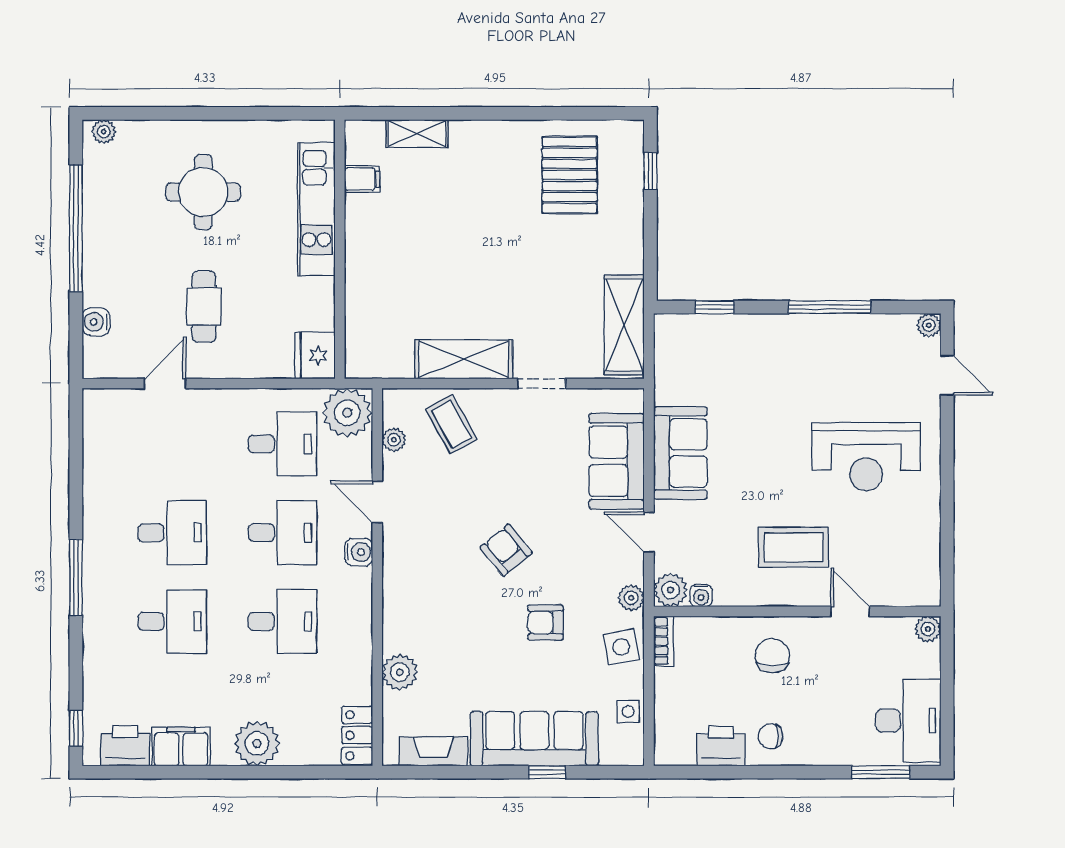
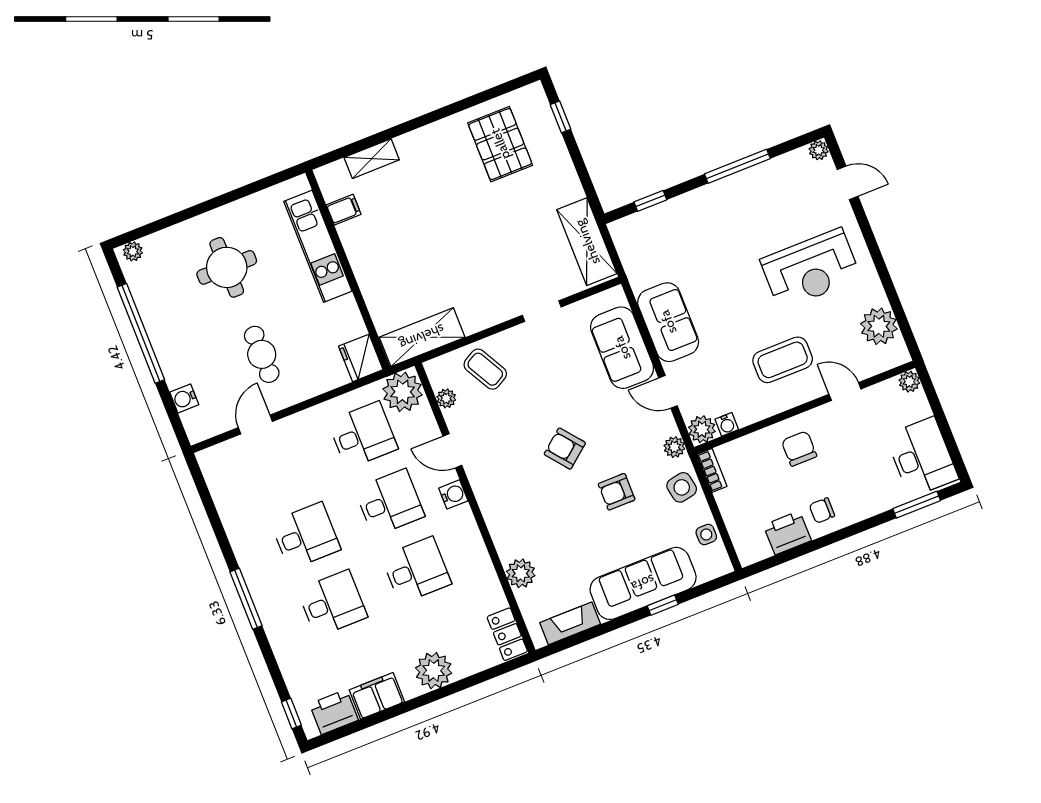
shelving: (464, 359) -> (422, 337), moved
plant: (918, 552) -> (879, 326), added

